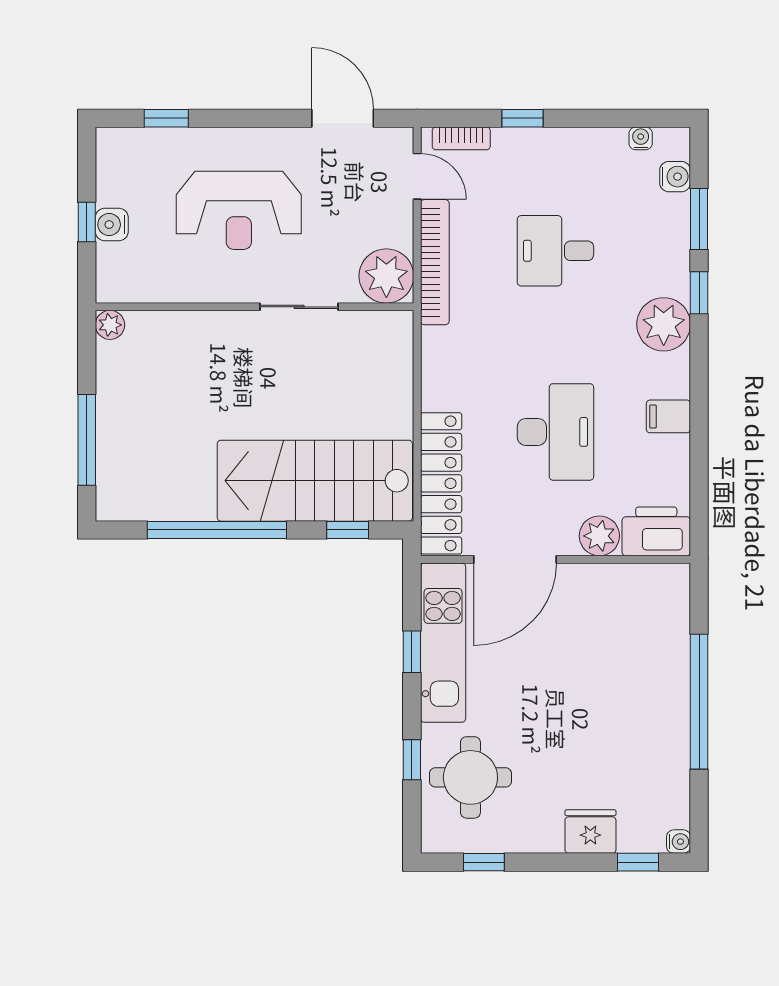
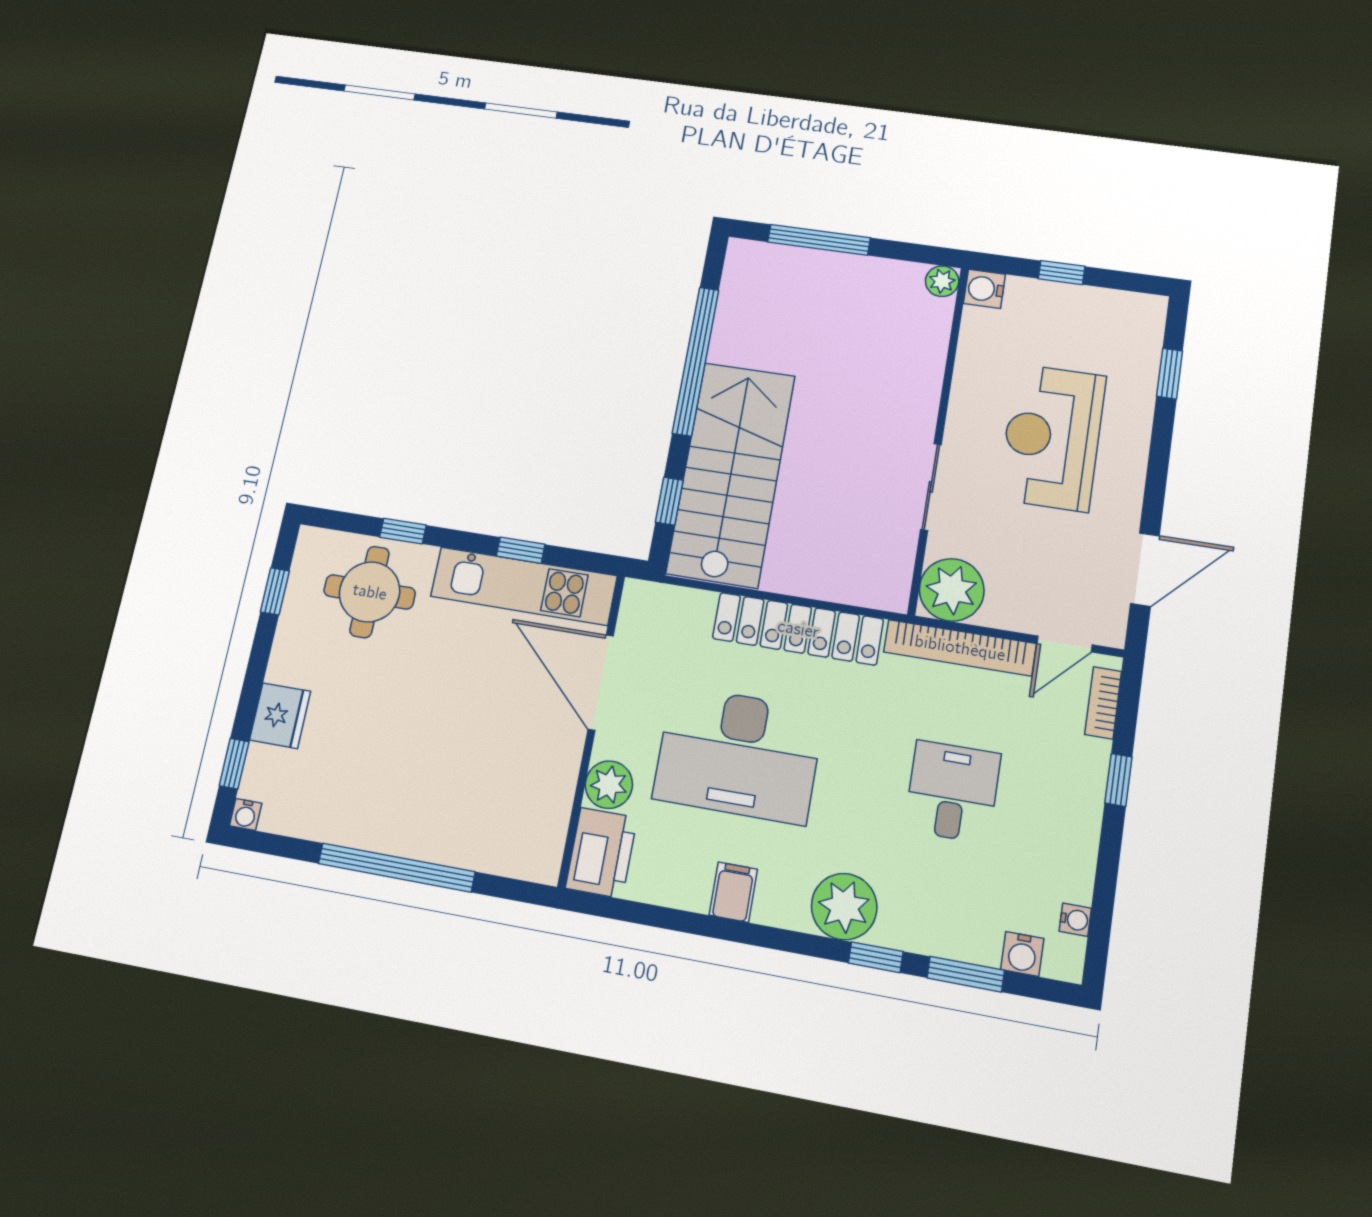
water cooler: (112, 225) -> (984, 289), moved, turned -90
desk: (555, 432) -> (738, 754), width x1.36, depth x1.30
locker: (441, 483) -> (798, 629), moved

